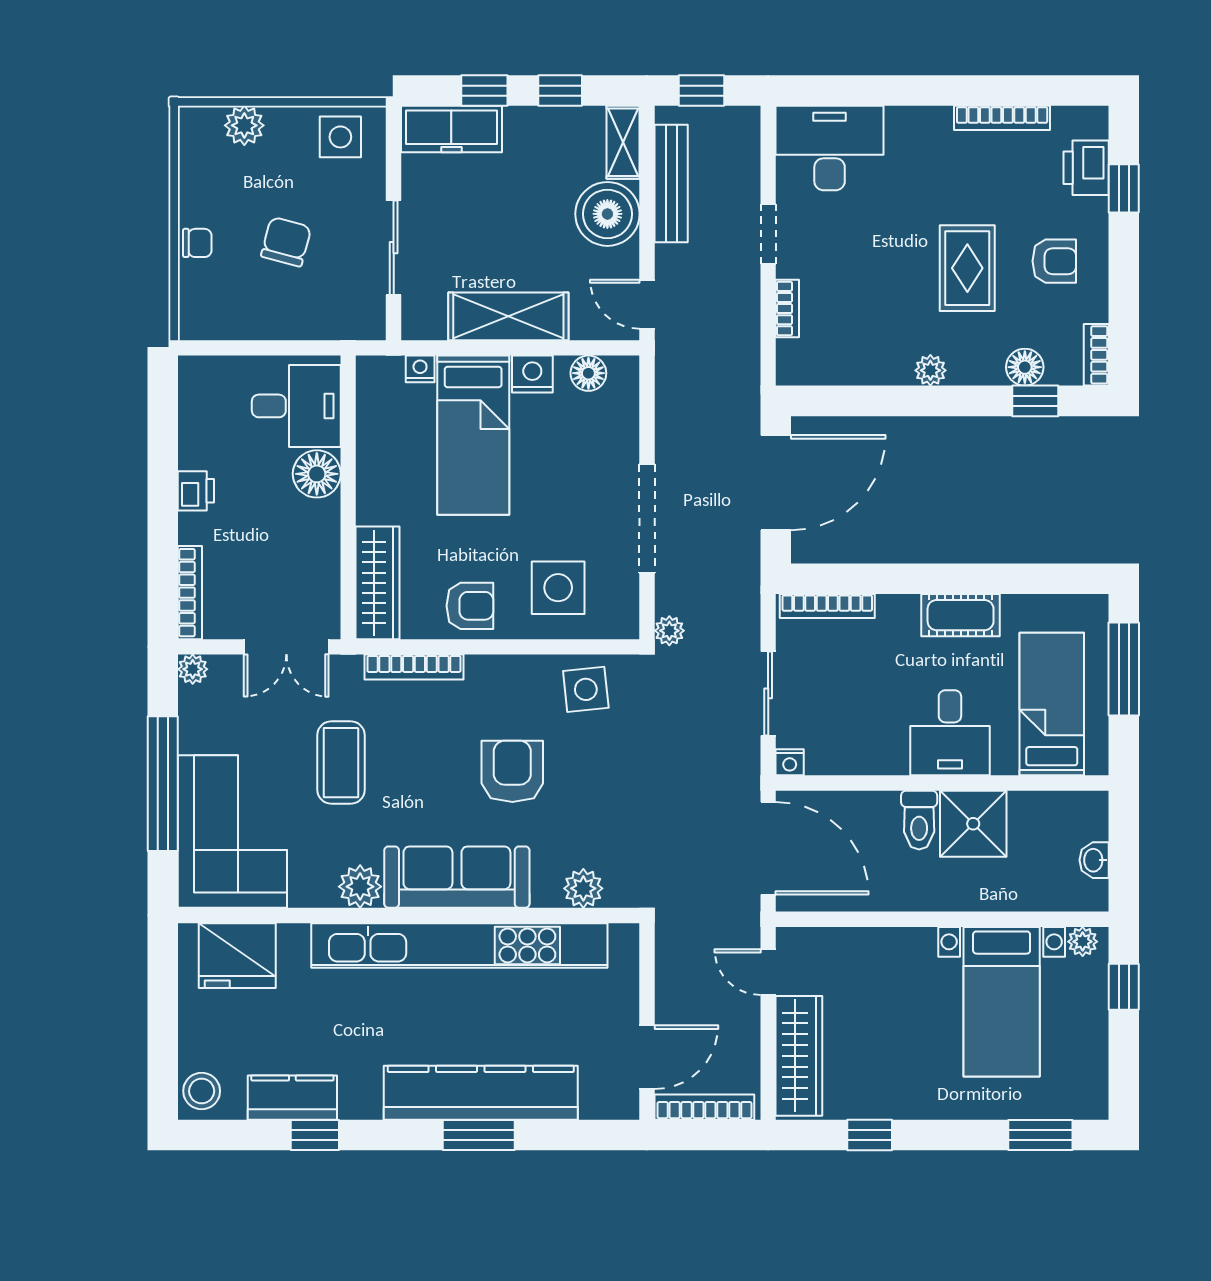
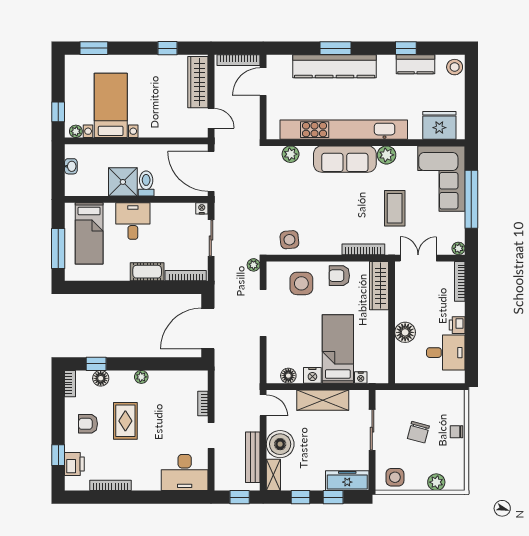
desk: (296, 406) -> (446, 353), moved, turned 180
cot: (961, 615) -> (147, 272), moved
armchair: (512, 771) -> (321, 204), removed

